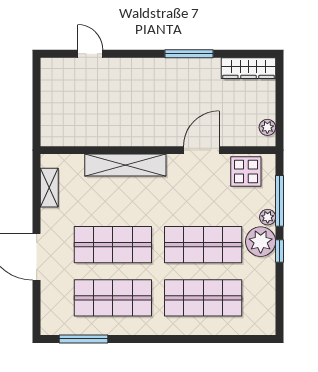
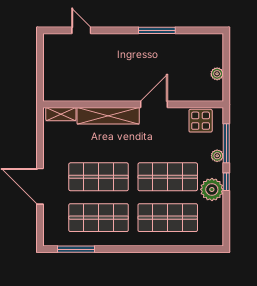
wardrobe: (248, 68) -> (203, 41), removed
plant: (267, 127) -> (217, 74), moved
door: (201, 150) -> (154, 104), moved
shelving: (49, 188) -> (61, 114), moved, turned 90
plant: (261, 242) -> (212, 189), moved

